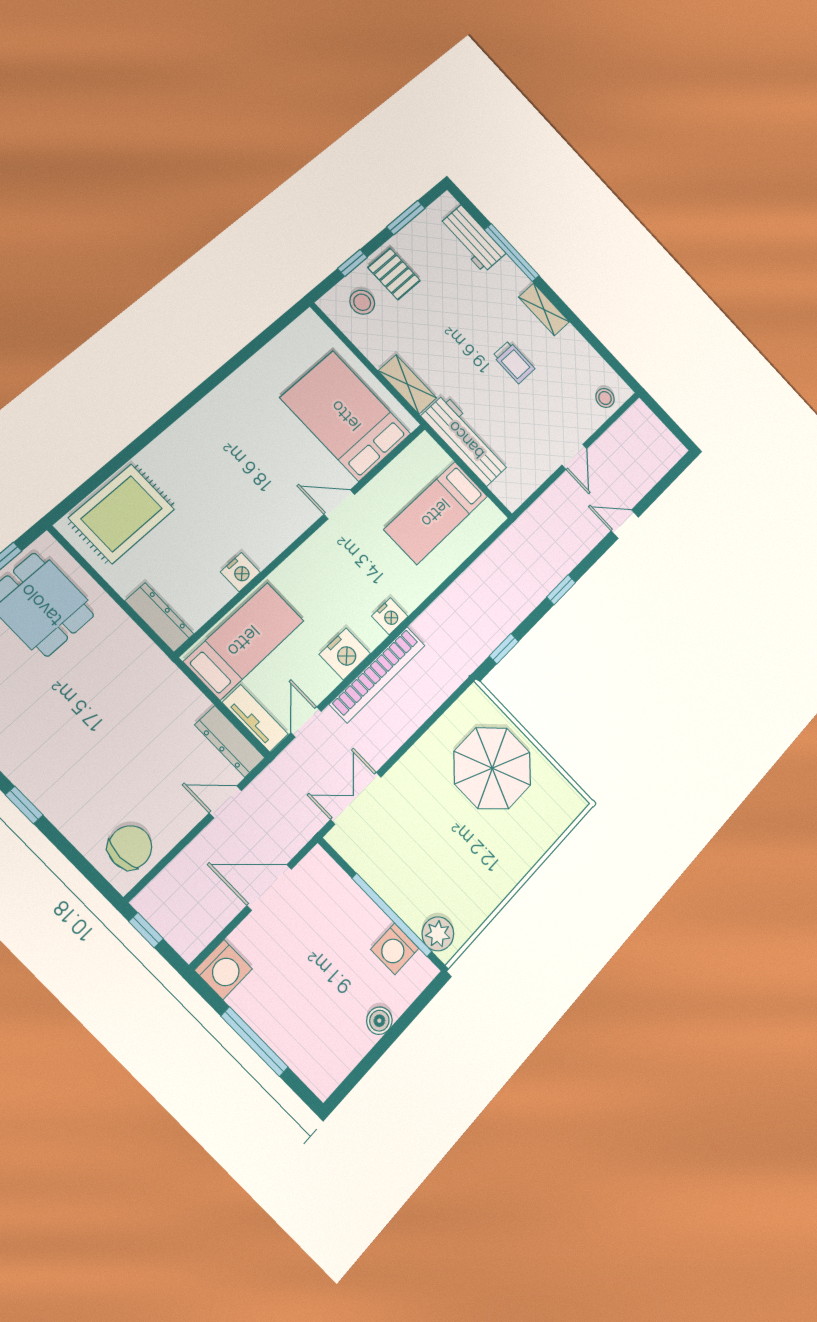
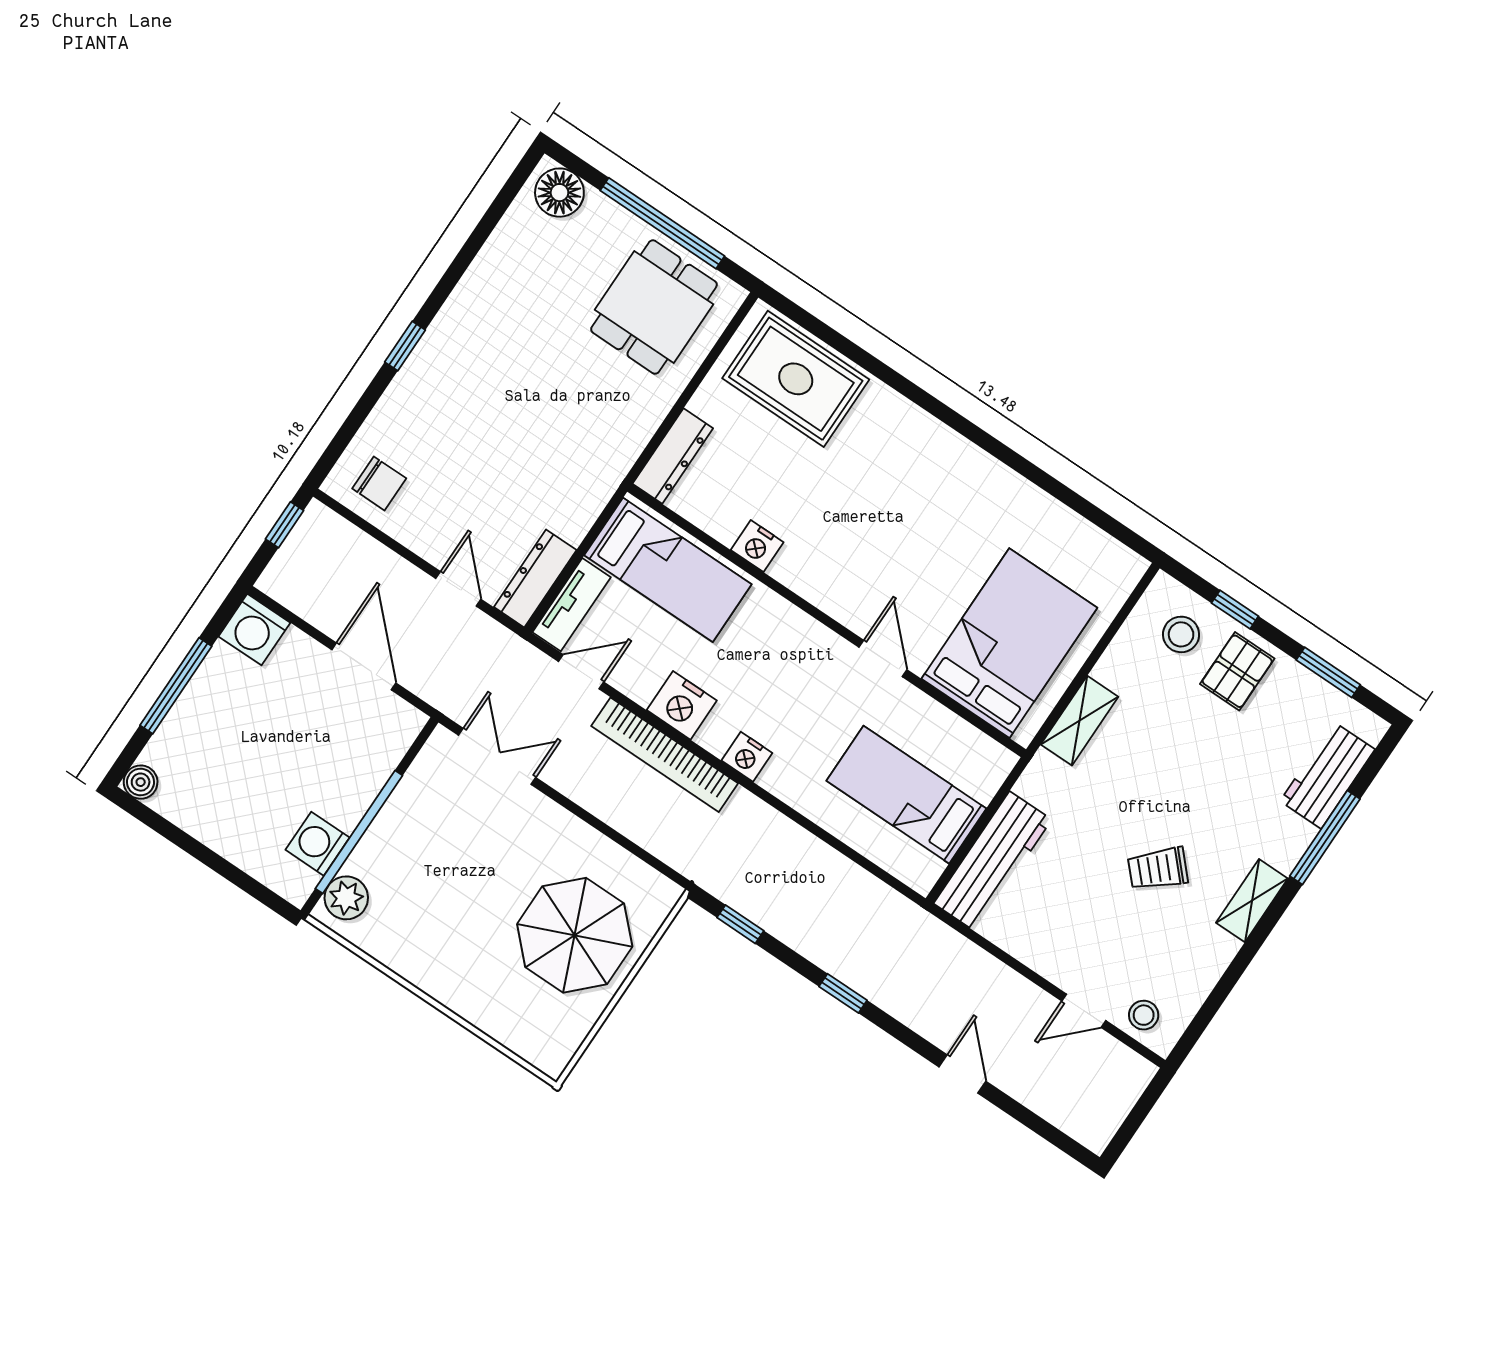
trolley: (514, 362) -> (1158, 869), turned 47
workbench: (466, 440) -> (993, 862), moved
door: (574, 457) -> (1084, 1011), moved
chair: (130, 847) -> (379, 483), width x0.73, depth x0.73
boiler: (379, 1021) -> (141, 782), moved

